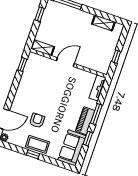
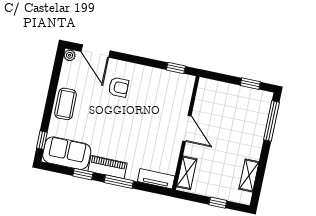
shelving: (43, 48) -> (187, 173), moved
window: (116, 57) -> (218, 203), moved
armchair: (37, 121) -> (119, 87), moved
window: (33, 154) -> (42, 140), moved

